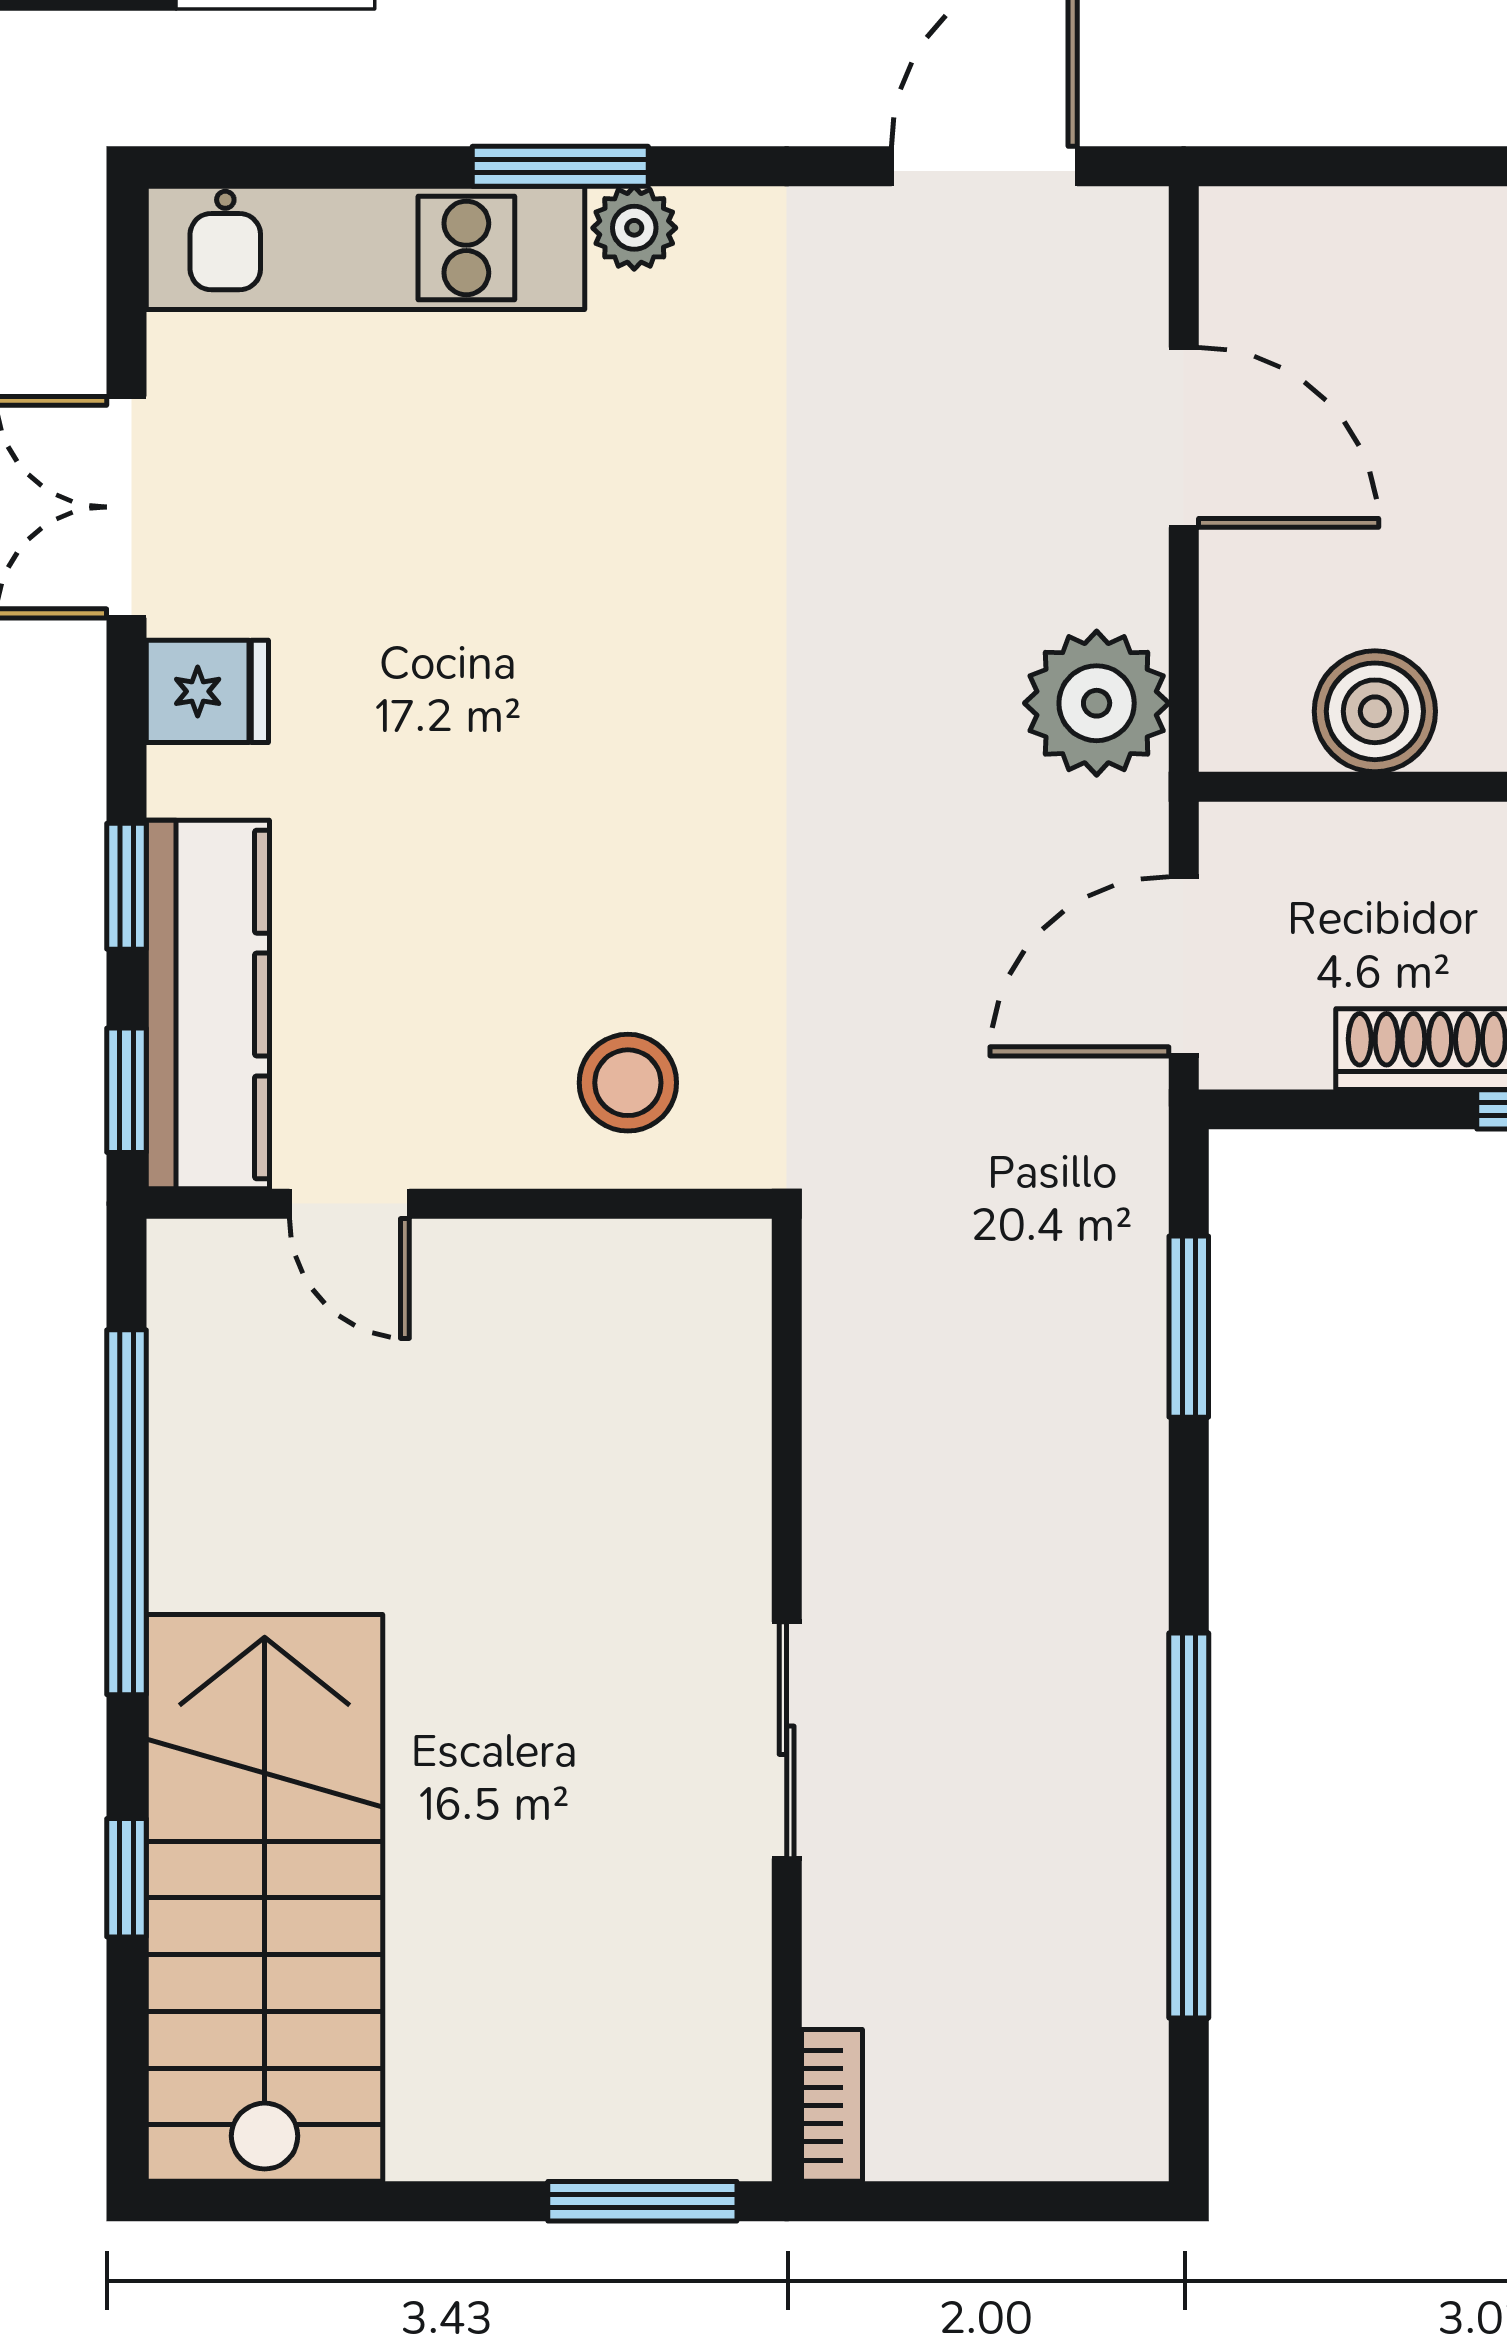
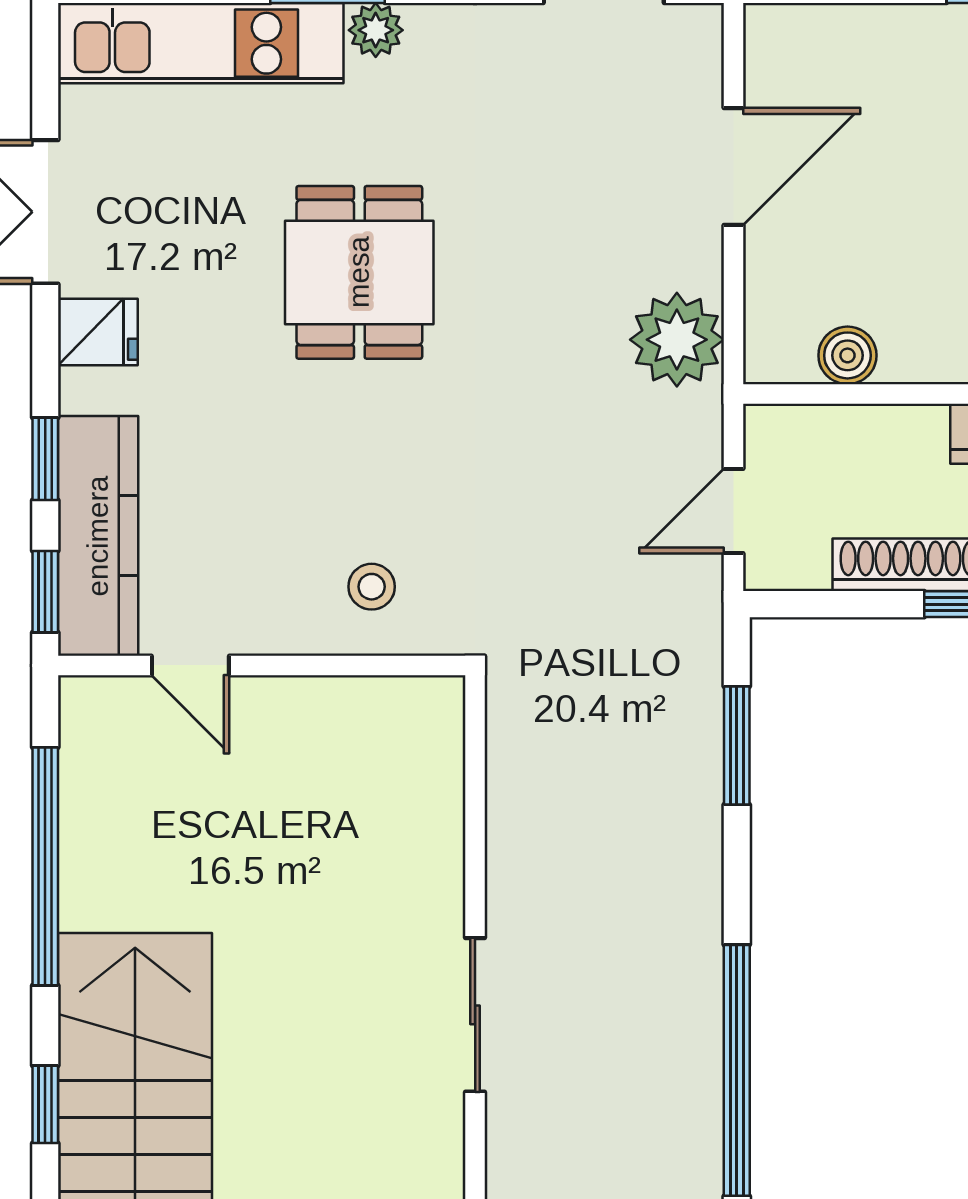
door: (1184, 437) -> (734, 167), hinge flipped
dining table: (609, 600) -> (359, 272), added
boiler: (1375, 711) -> (847, 355), width x0.73, depth x0.73
door: (1184, 966) -> (734, 511), width x0.73
stool: (628, 1083) -> (372, 587), width x0.73, depth x0.73

